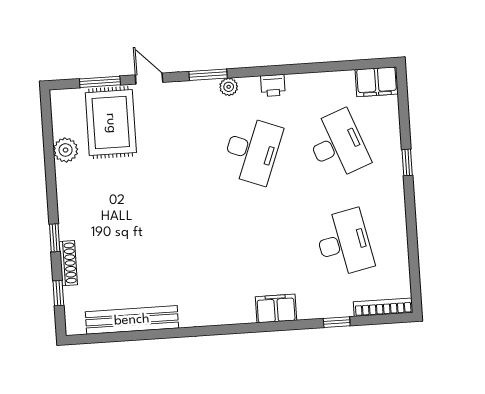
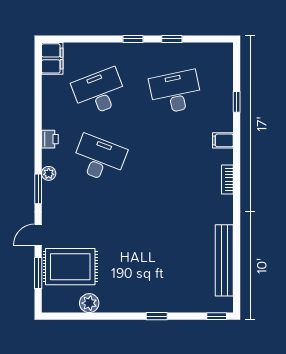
window: (407, 162) -> (133, 39), moved
window: (412, 234) -> (172, 39), added
shoe rack: (68, 263) -> (177, 307), removed
window: (58, 293) -> (217, 316), moved
bookcase: (383, 307) -> (227, 179), moved, width x0.64
filing cabinet: (276, 308) -> (223, 140), width x0.50

